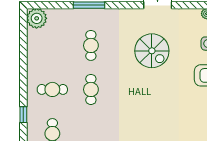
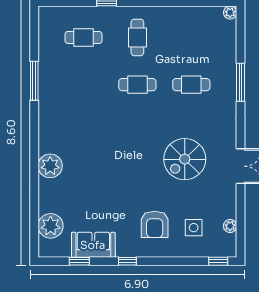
plant: (37, 18) -> (230, 13), width x0.53, depth x0.53

